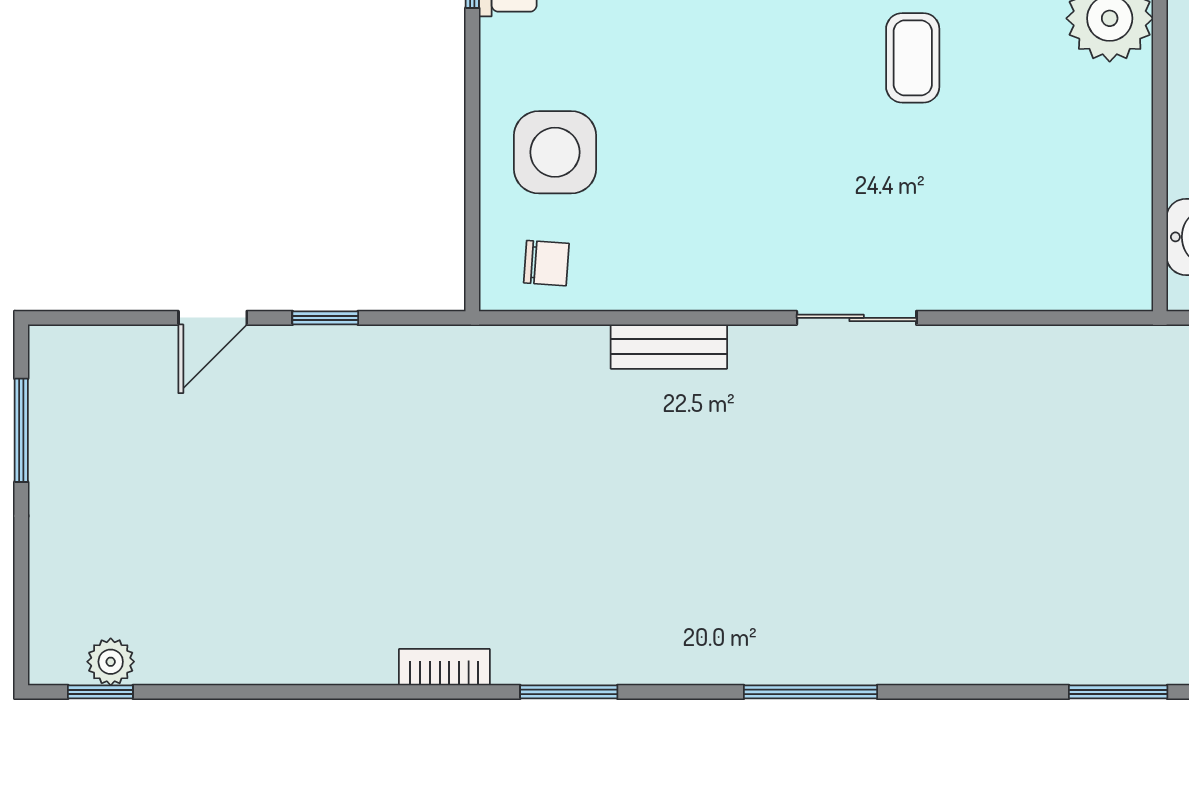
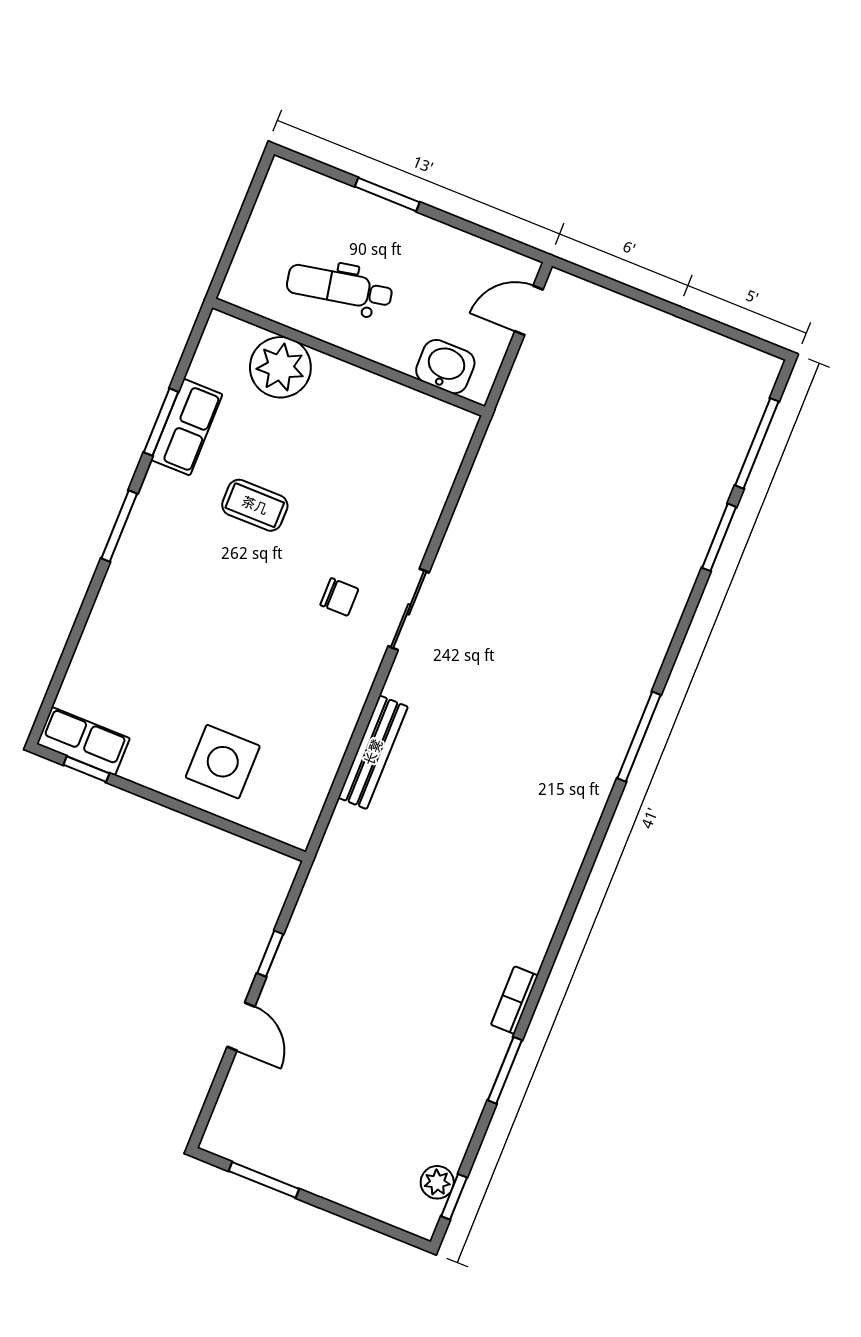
chair: (546, 263) -> (339, 597), moved, turned 86
bench: (669, 347) -> (373, 752), width x1.36
bookcase: (444, 667) -> (514, 1000), moved
window: (569, 692) -> (505, 1070), moved

